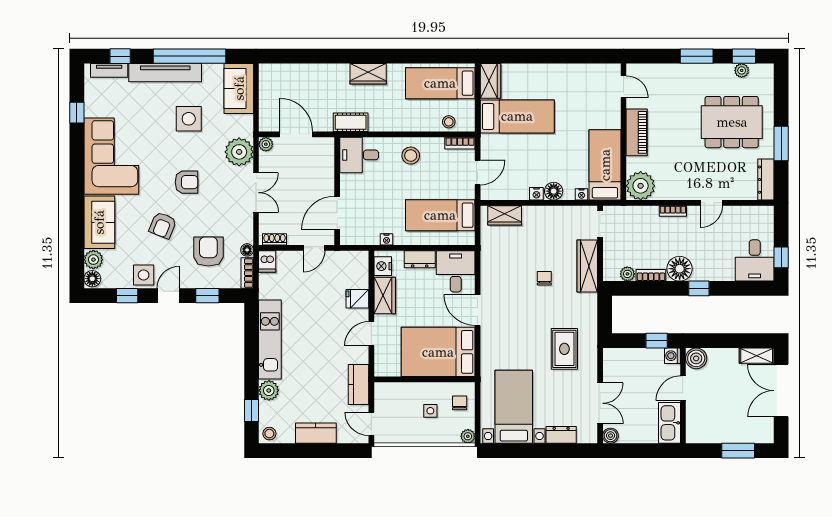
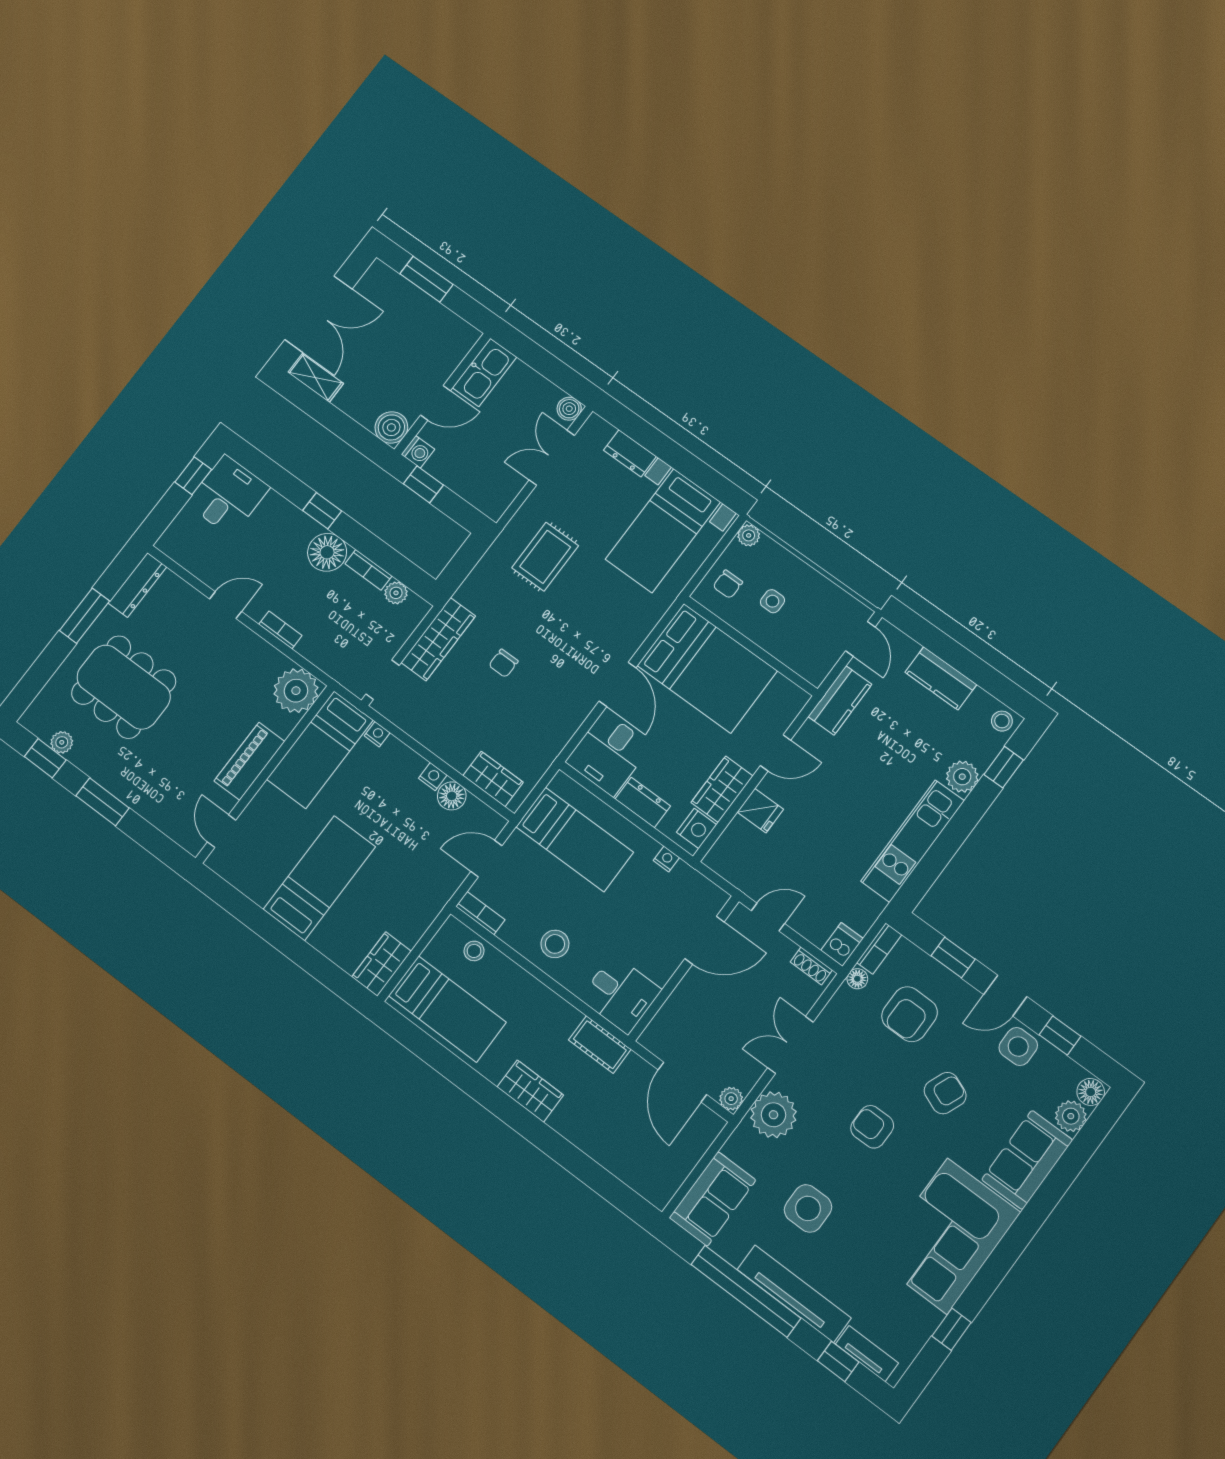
bed: (517, 116) -> (319, 878), moved, turned 90
floor lamp: (554, 191) -> (452, 796), moved

